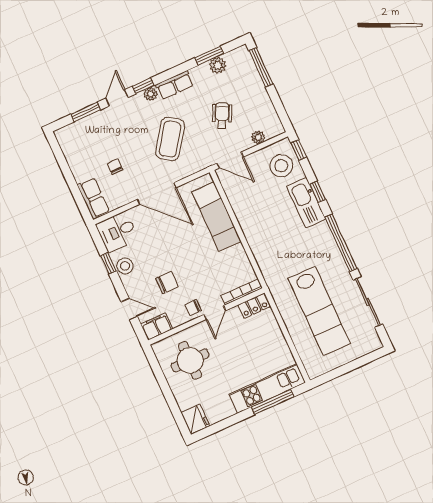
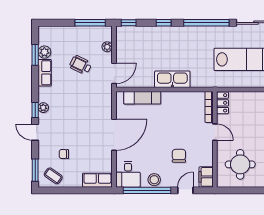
window: (261, 67) -> (90, 23), moved
row of seats: (175, 85) -> (45, 73), moved
window: (86, 112) -> (35, 170), moved
coffee table: (170, 139) -> (53, 176), moved, width x0.54, depth x0.58
stool: (281, 166) -> (134, 40), removed
chair: (115, 167) -> (64, 154), moved
kitchen sink: (306, 203) -> (172, 79), moved, turned 180
exam couch: (216, 217) -> (142, 98), width x0.73, depth x0.69
window: (108, 263) -> (147, 190), width x3.17
chair: (193, 308) -> (205, 146), removed

